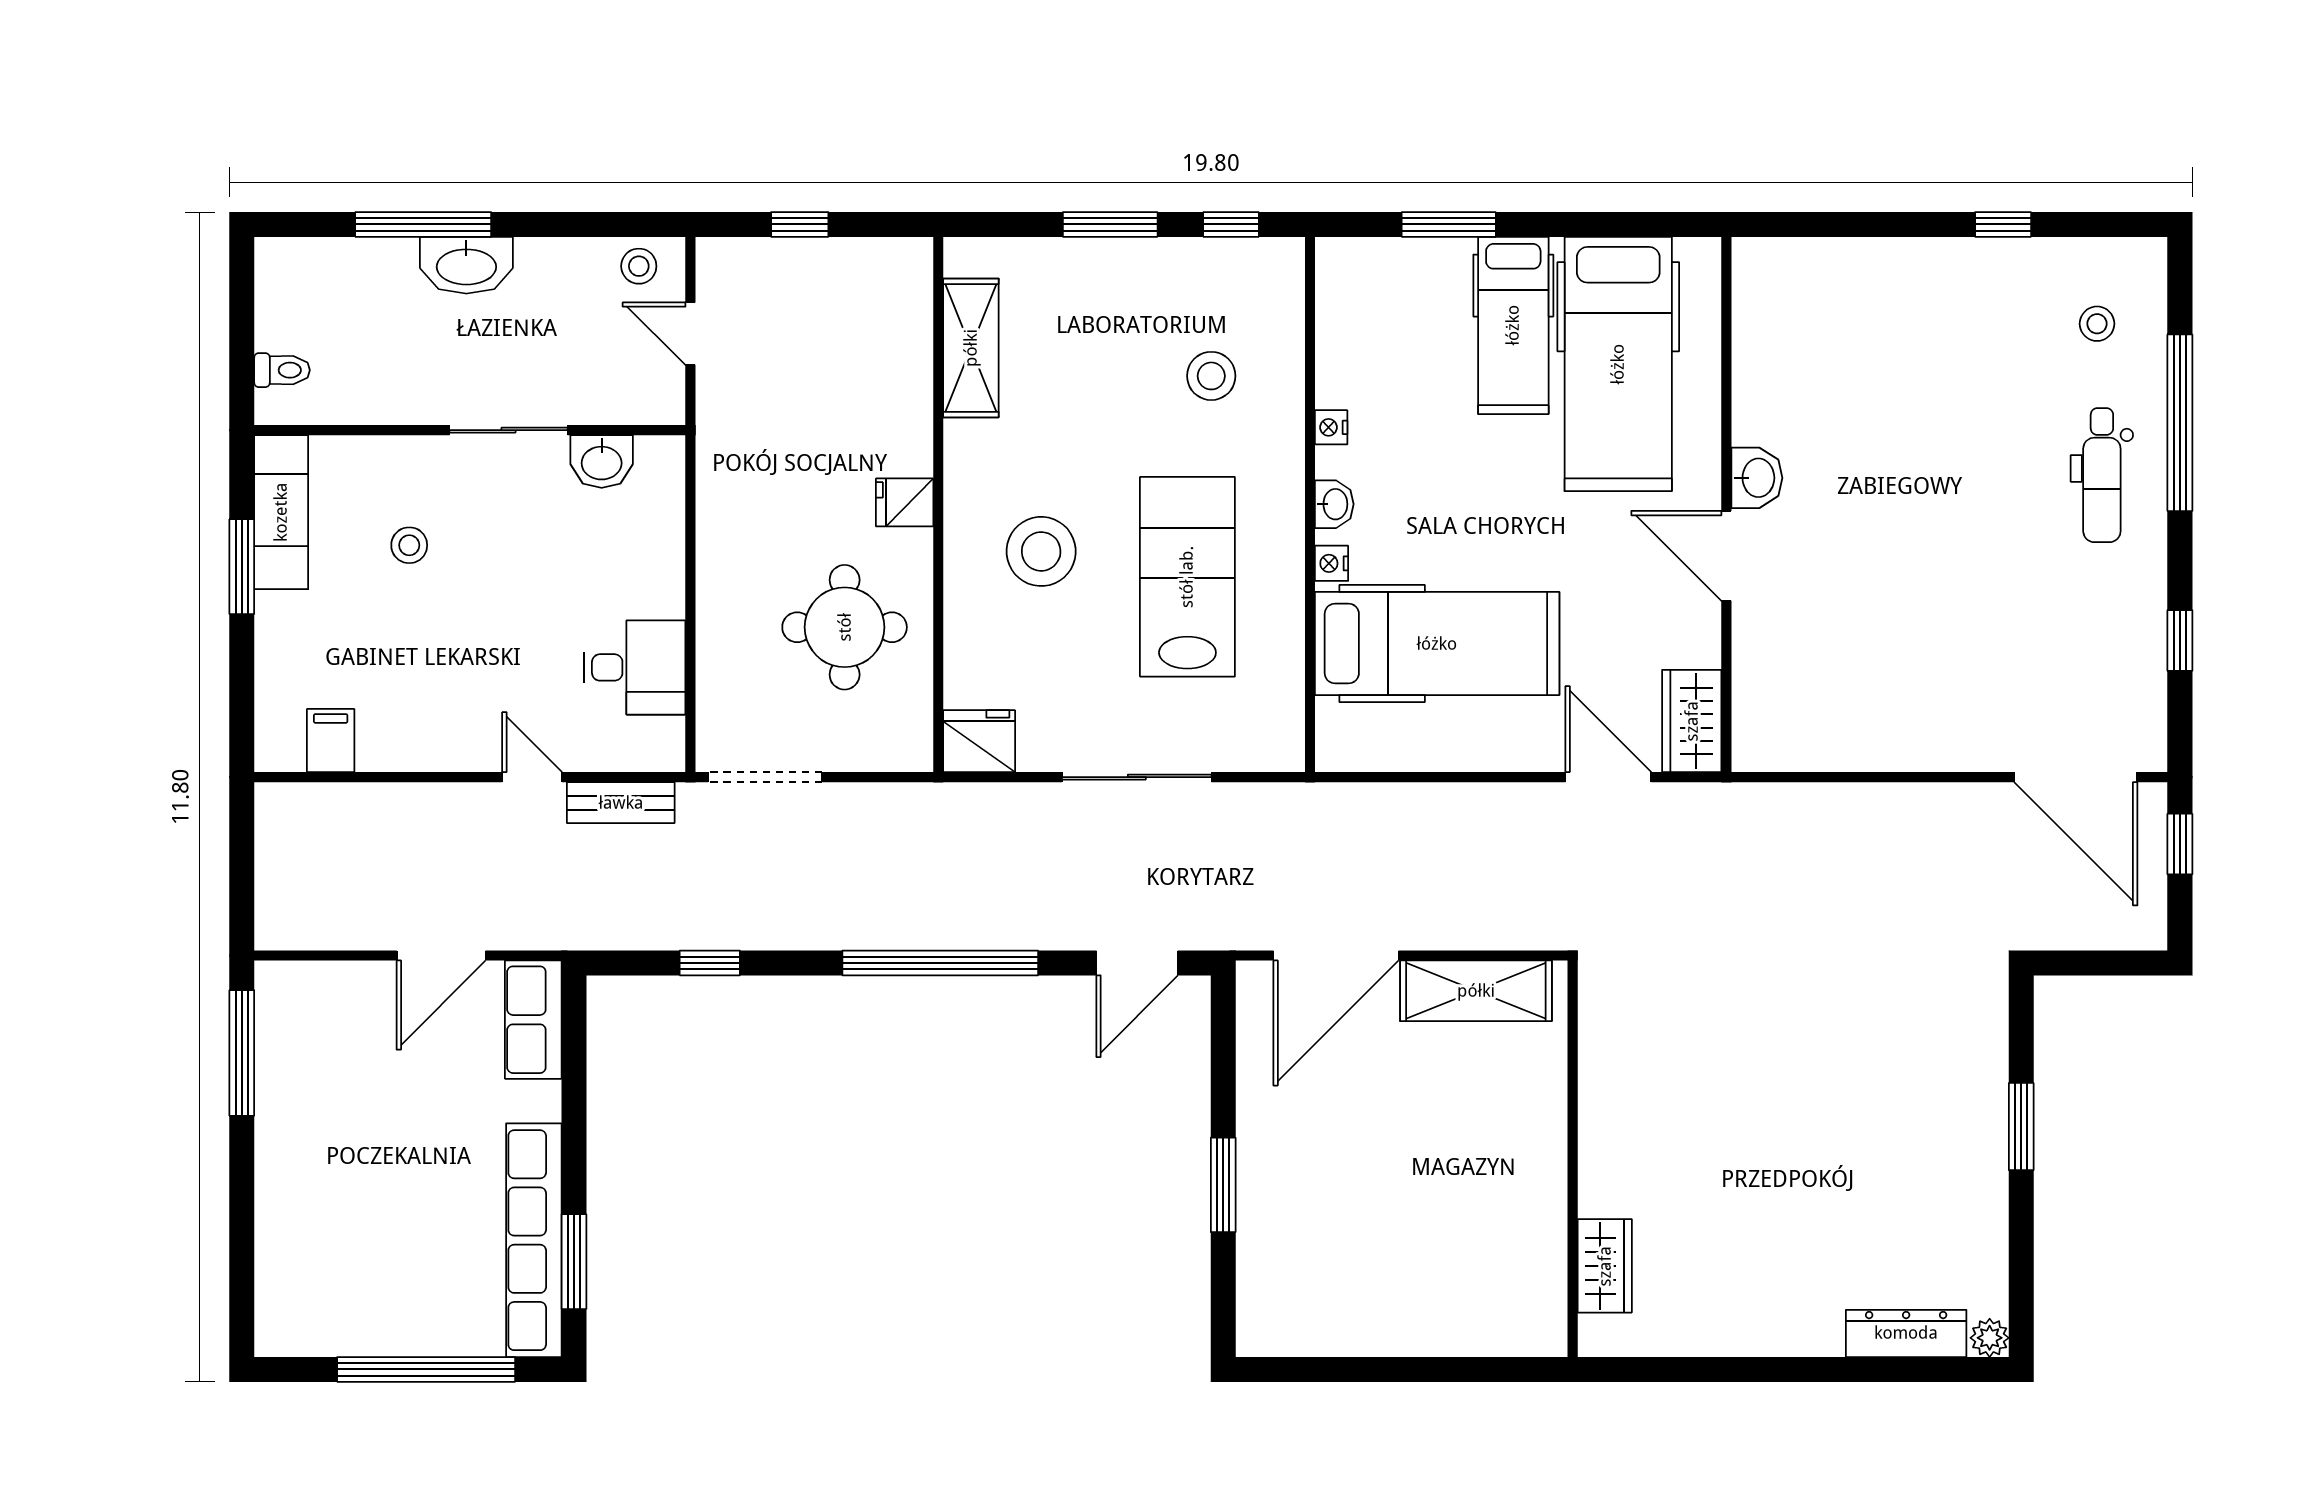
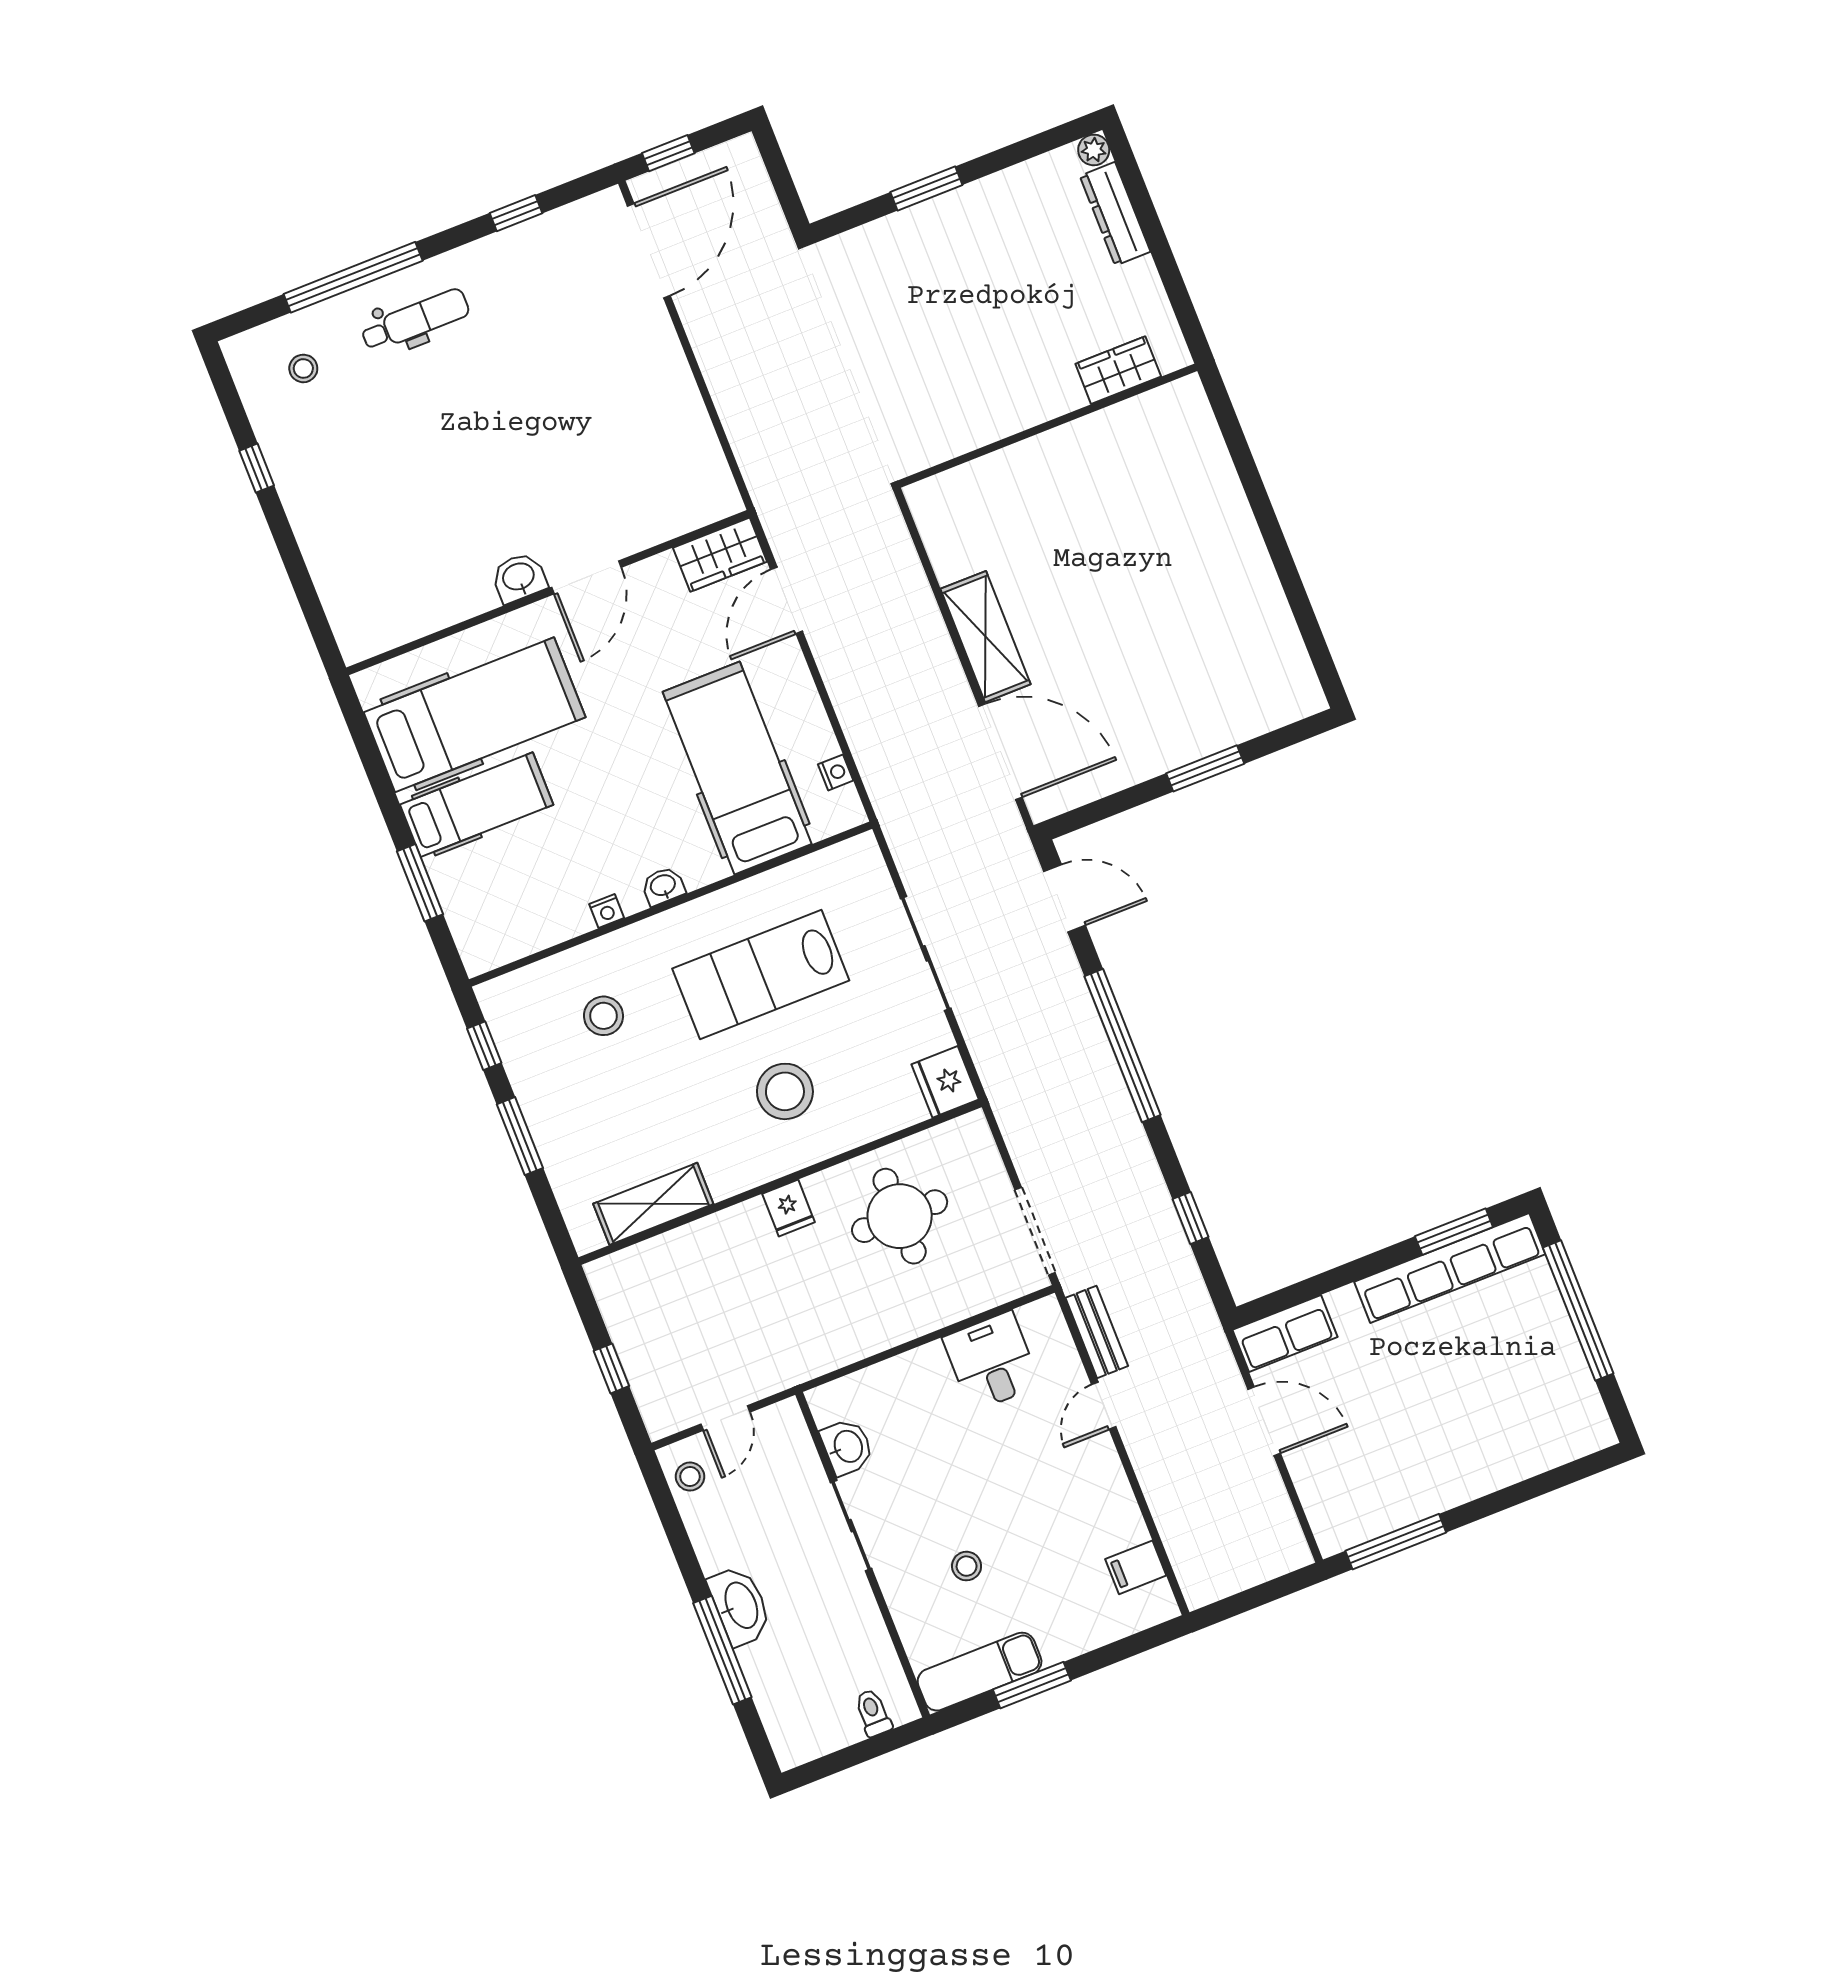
nightstand: (1332, 563) -> (836, 772), moved, turned -90
wall: (1573, 1159) -> (1048, 426), moved
wardrobe: (1605, 1266) -> (1118, 370), moved

